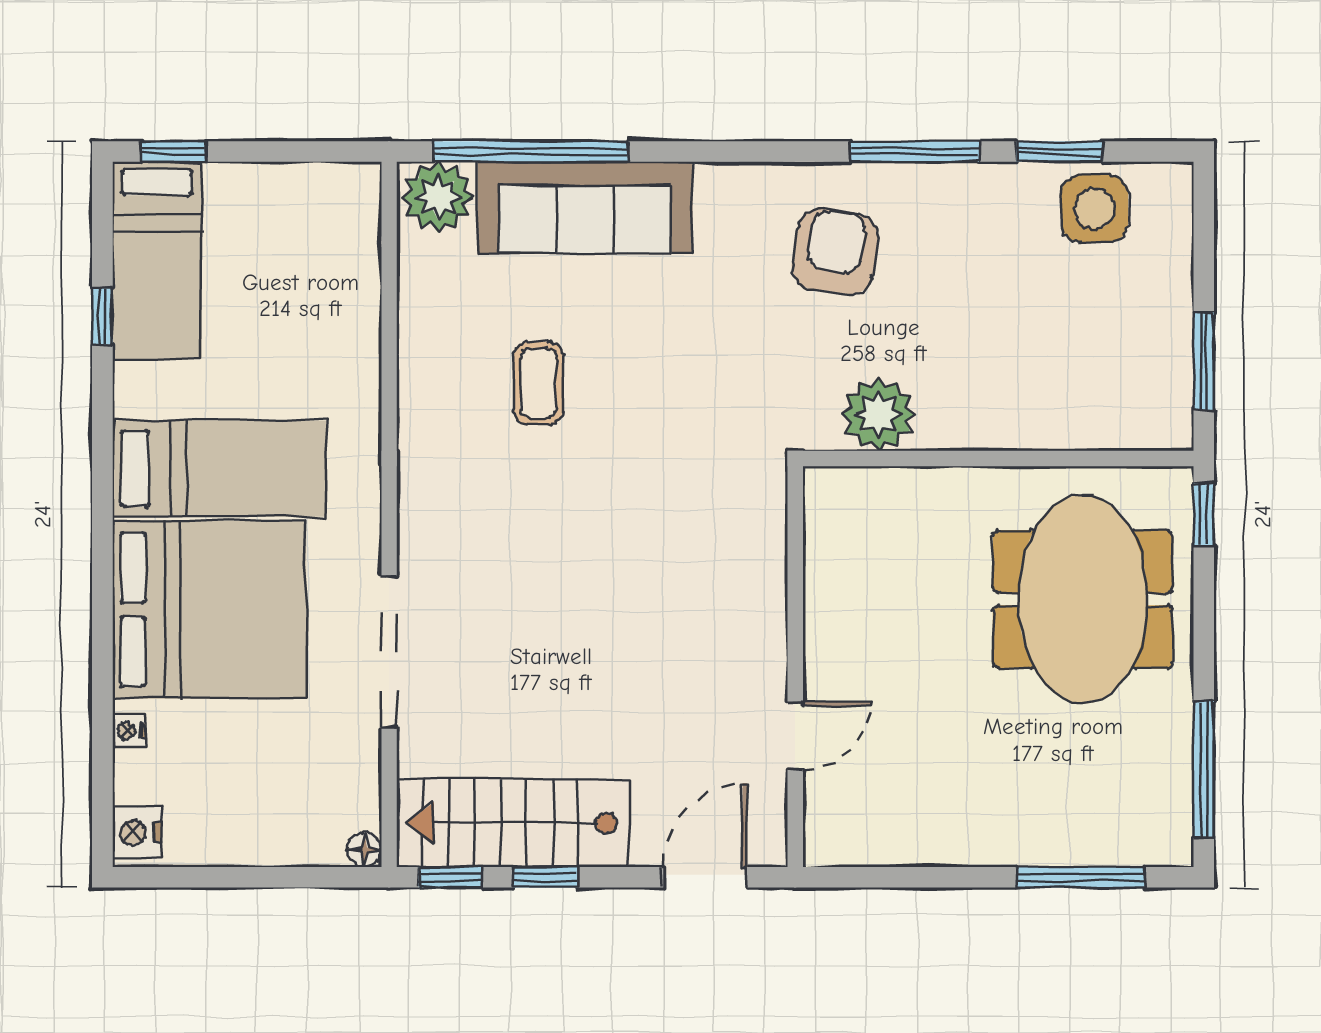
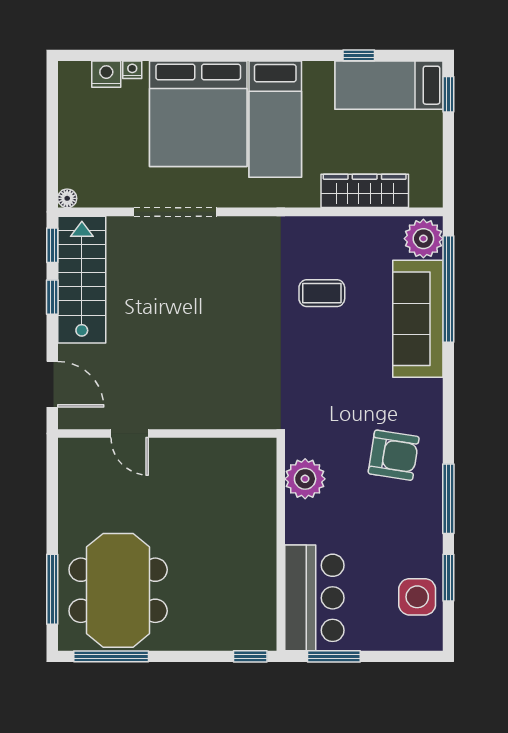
wardrobe: (351, 305) -> (365, 191), added
bar counter: (1096, 397) -> (314, 598), added
meeting table: (1083, 599) -> (118, 590), moved, turned 90
nightstand: (137, 832) -> (106, 74), moved

